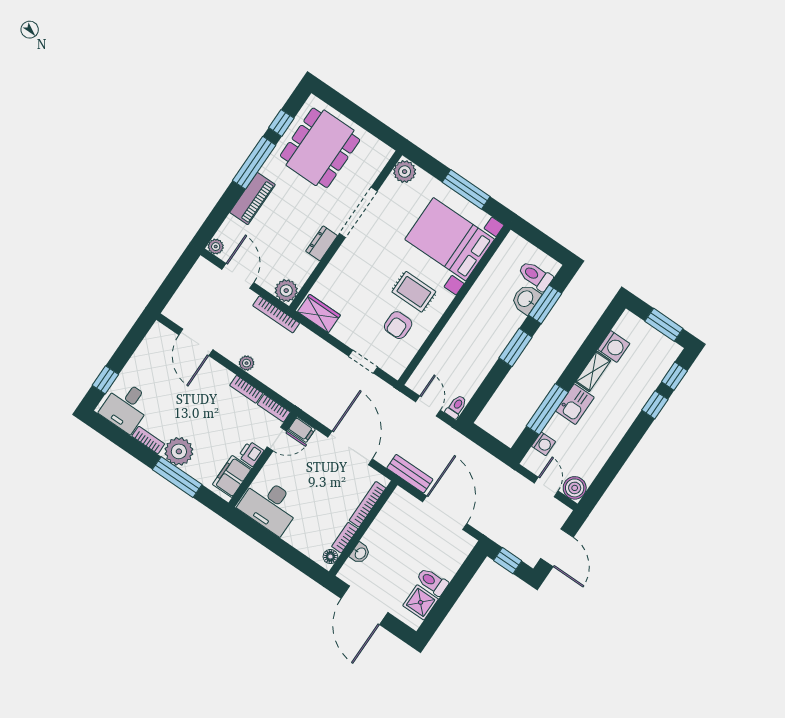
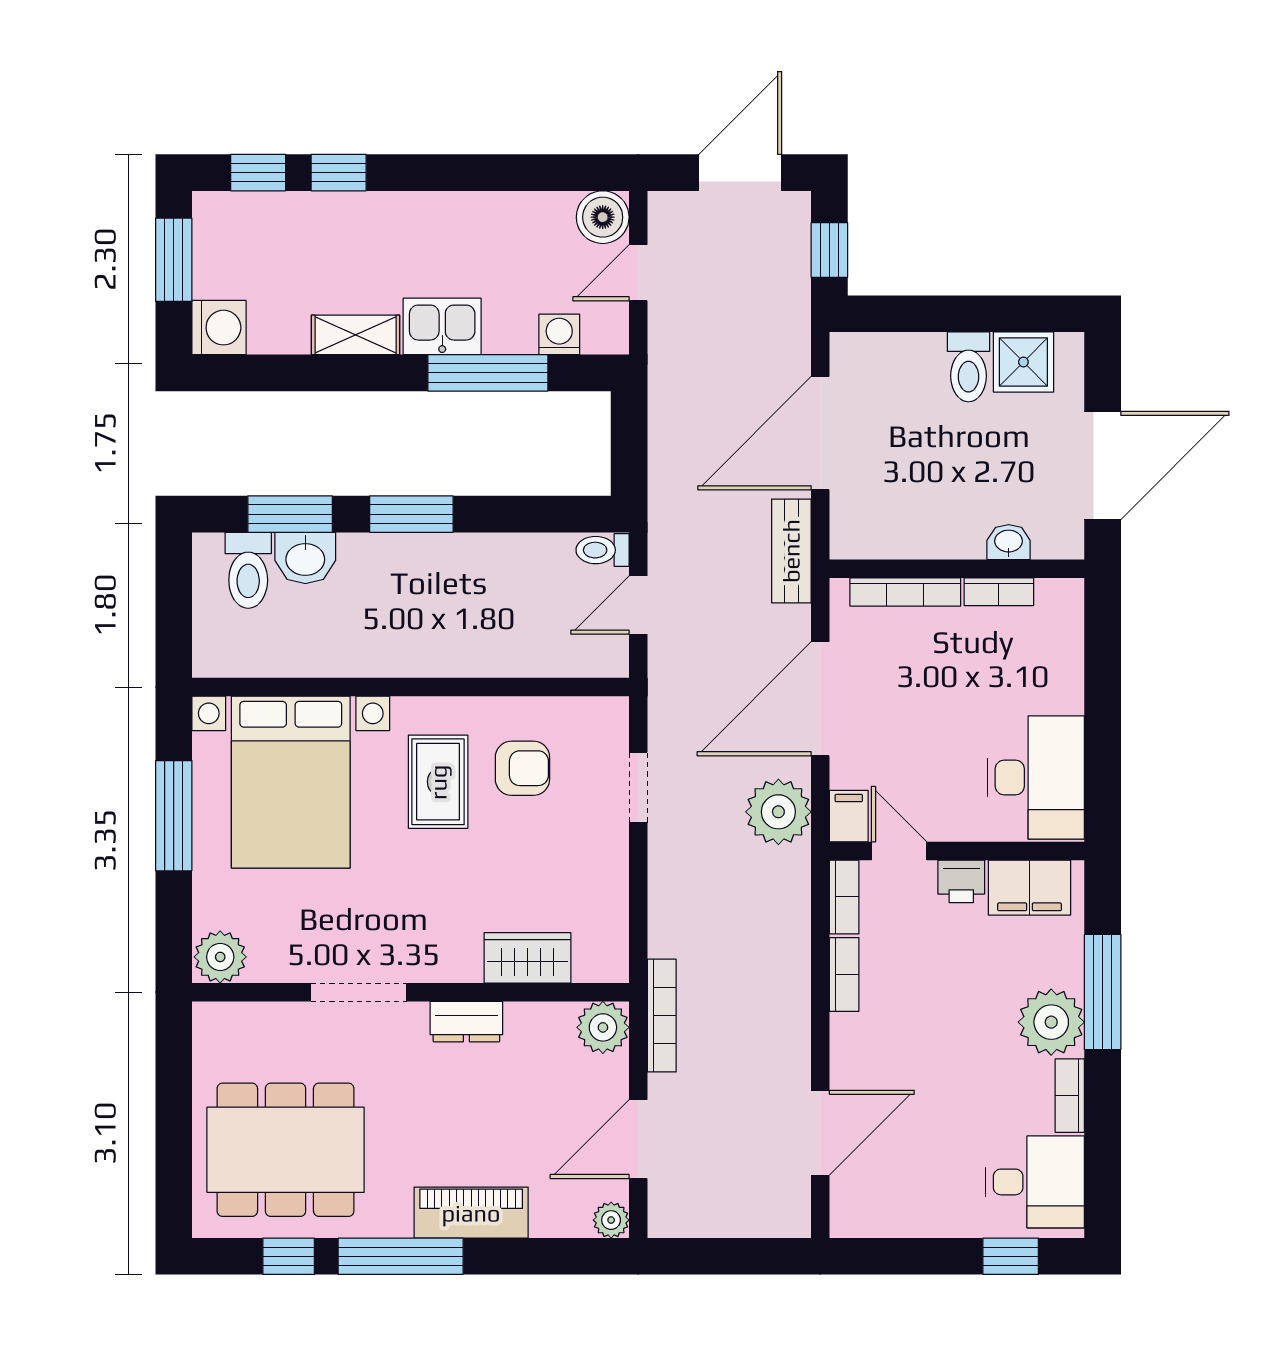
doorway: (358, 212) -> (359, 992), width x0.73
wardrobe: (319, 313) -> (528, 958), moved, turned 90
washing machine: (614, 346) -> (219, 328), moved, turned 90
plant: (247, 363) -> (778, 812), moved, width x1.88, depth x1.88
floor lamp: (330, 557) -> (1054, 594), removed

